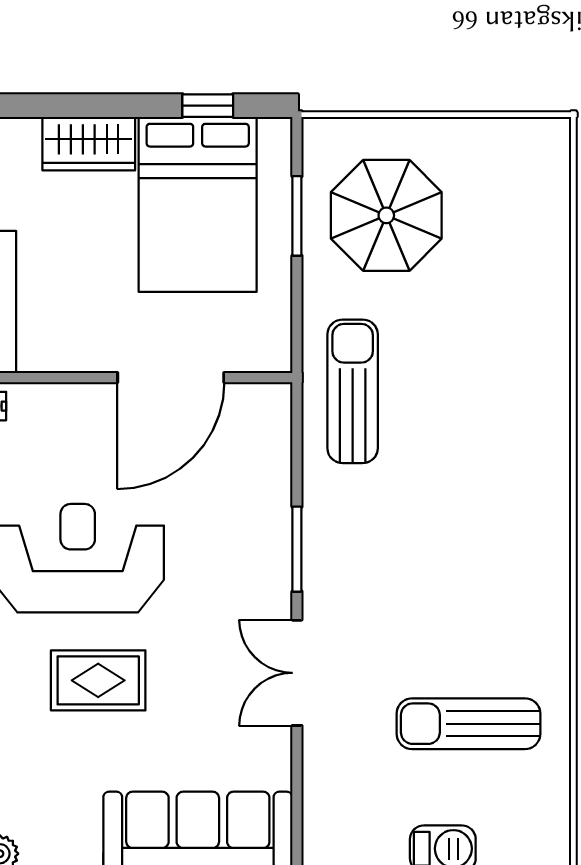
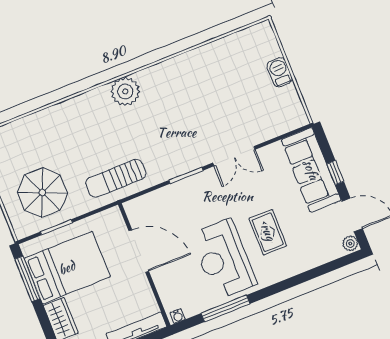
window: (208, 106) -> (27, 279), width x2.17
plant: (537, 489) -> (125, 91), added
sun lounger: (469, 724) -> (227, 82), removed

